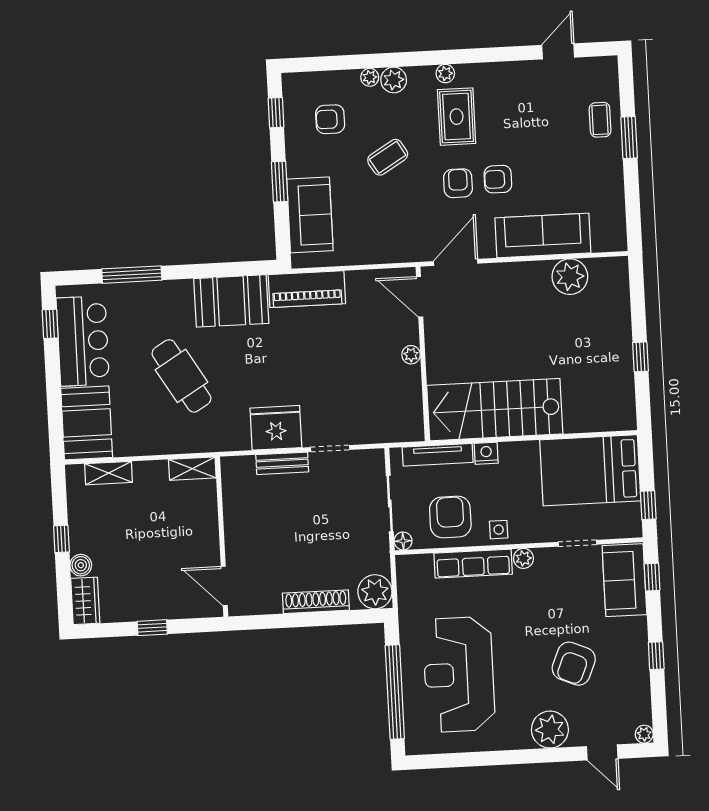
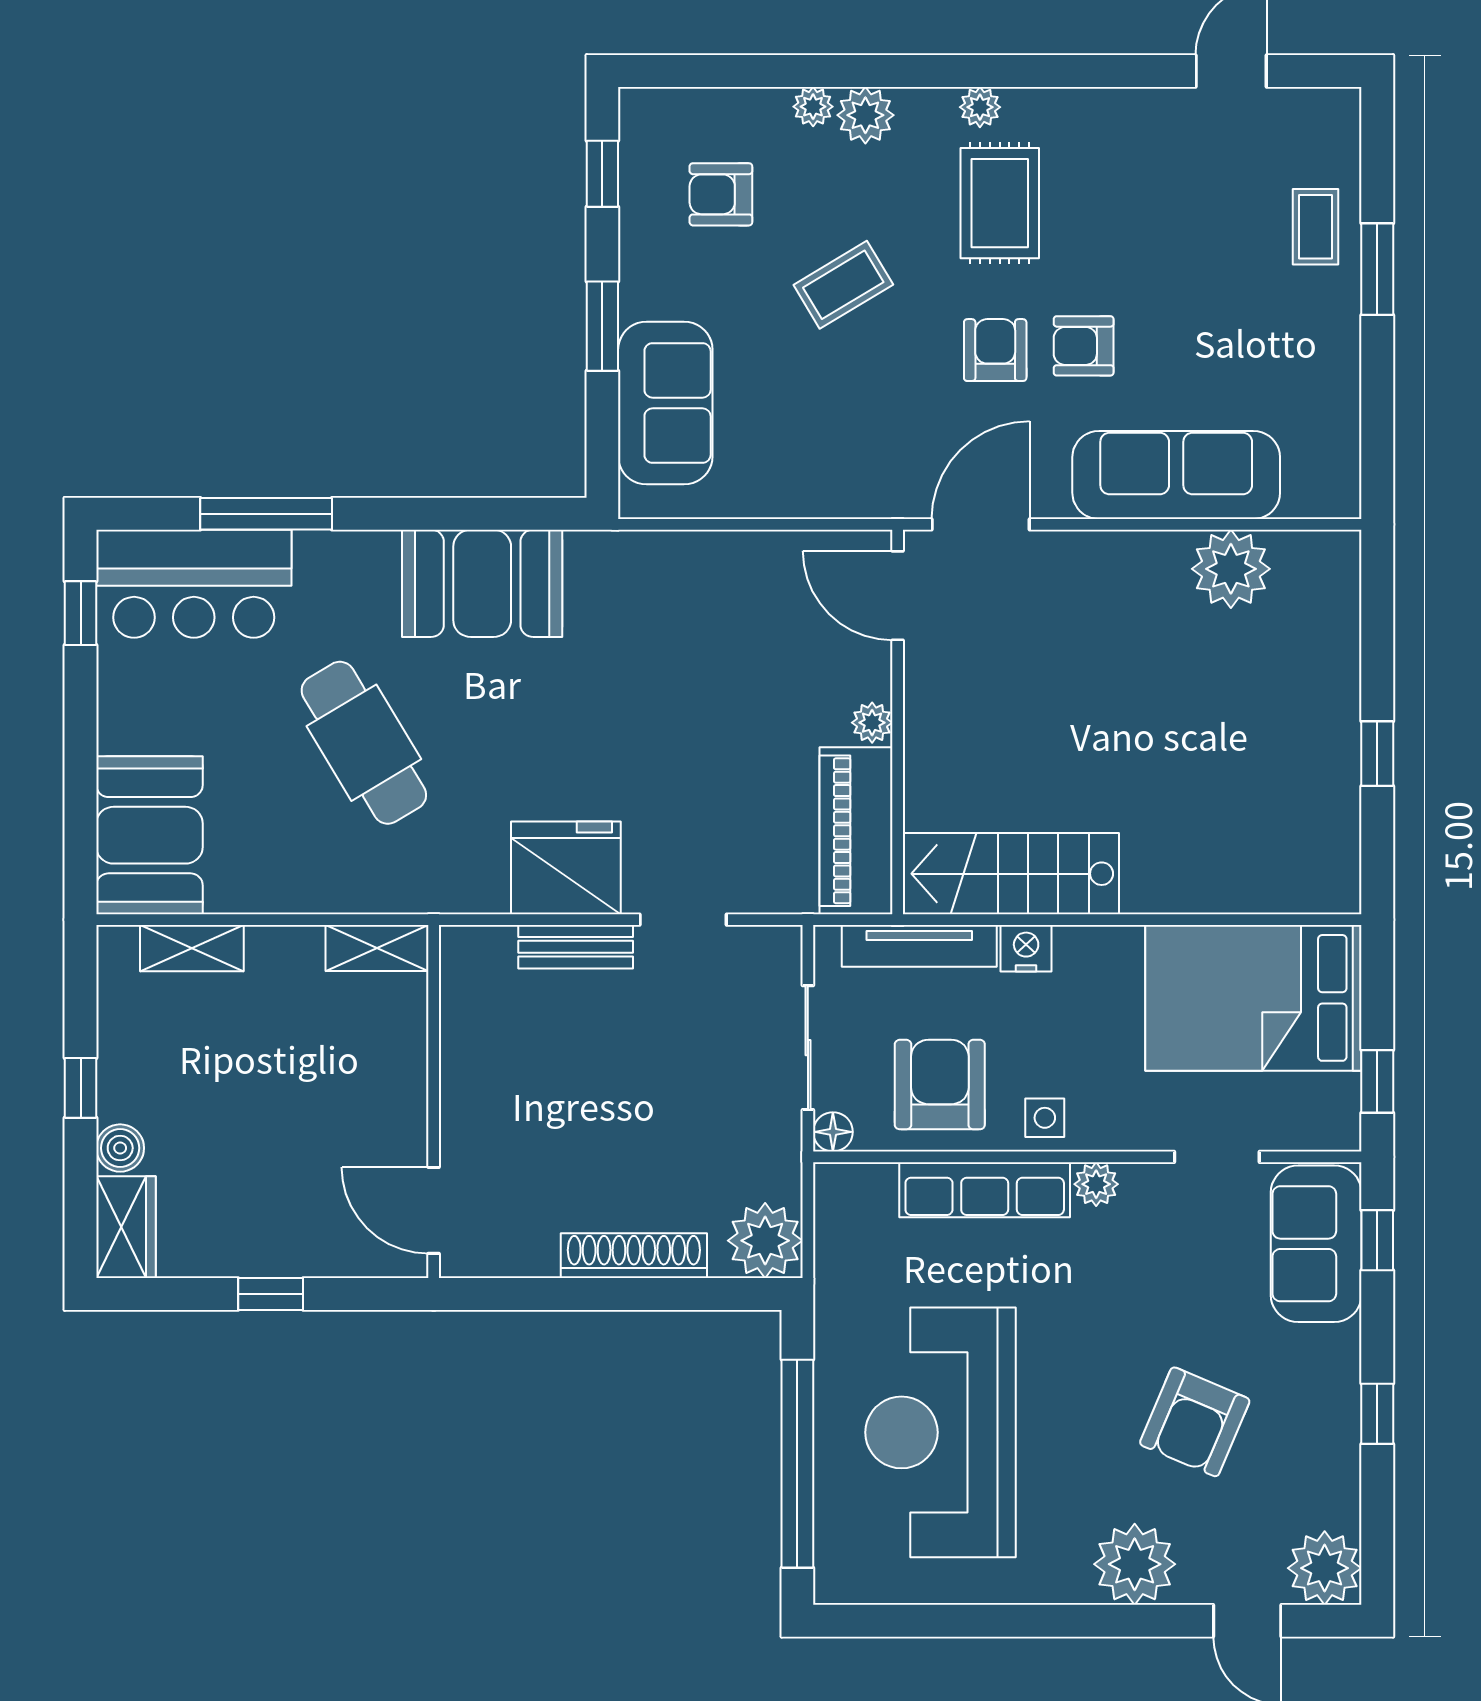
piano: (307, 289) -> (856, 831), moved, turned 90
bar counter: (83, 341) -> (194, 584), moved, turned 90
stairs: (495, 410) -> (1011, 874), width x0.73, depth x0.66
plant: (644, 734) -> (1325, 1568), width x1.87, depth x1.87

